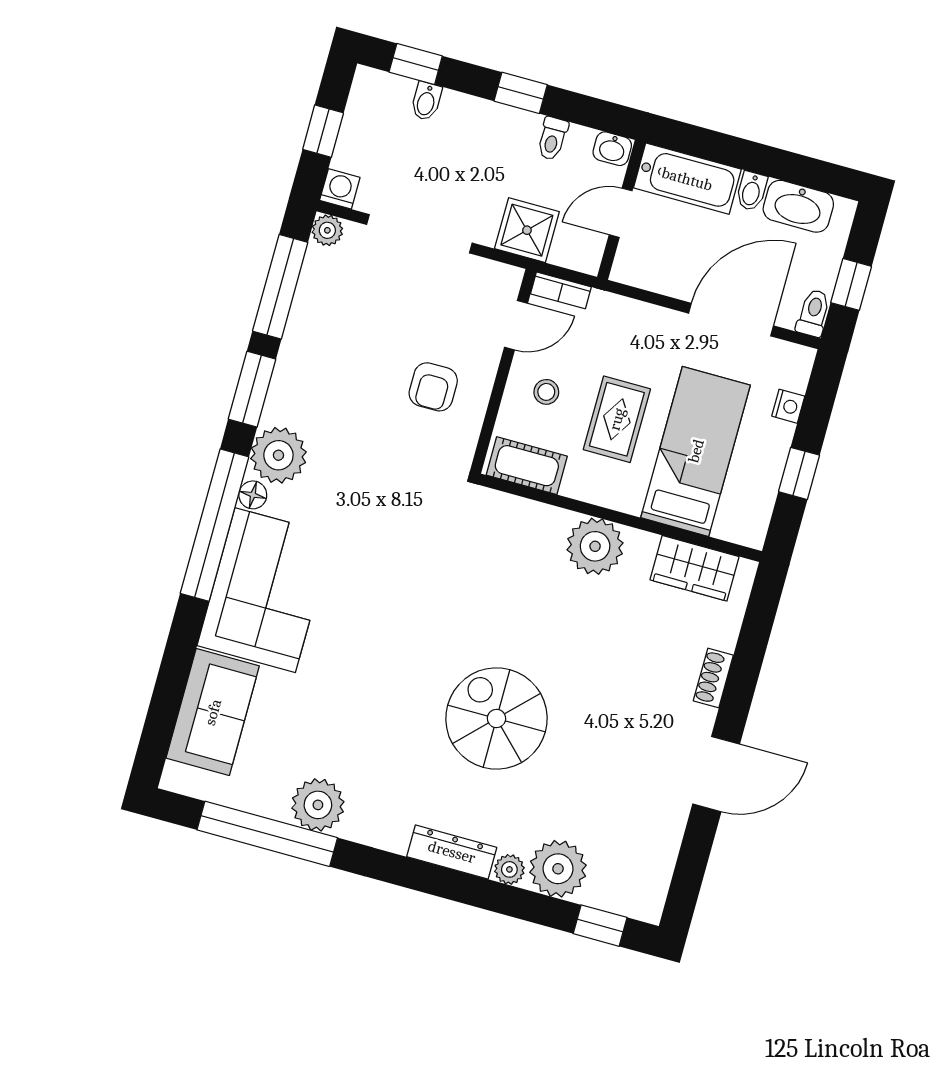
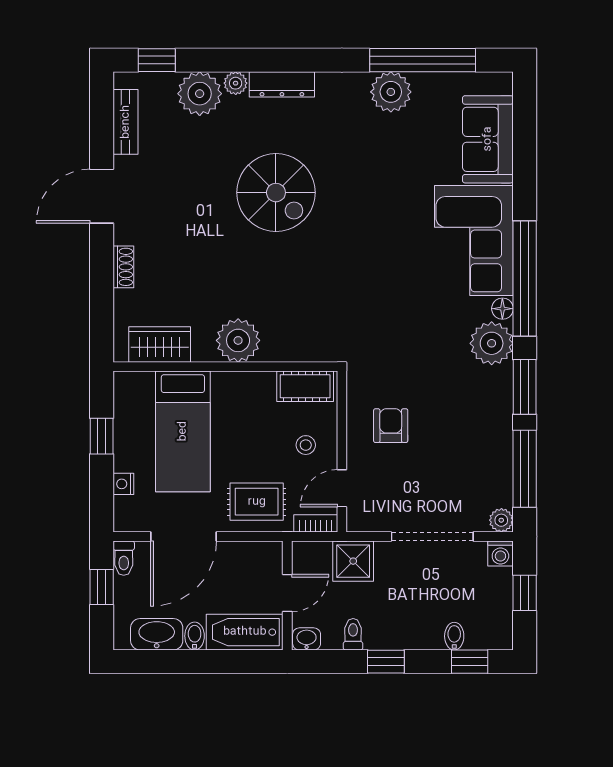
rug: (617, 419) -> (257, 502), moved, turned 90
bench: (661, 859) -> (126, 122), added

